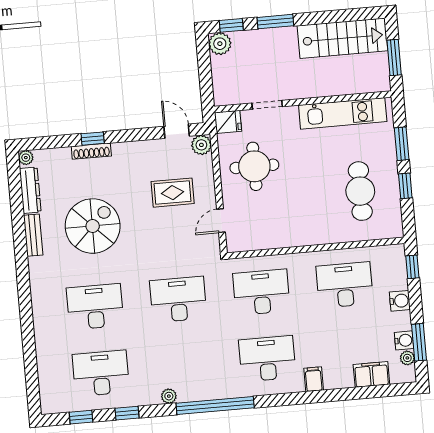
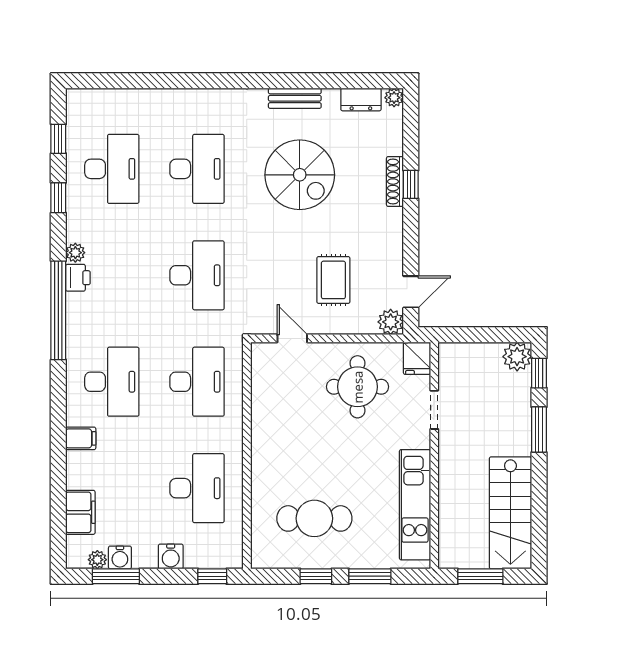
dresser: (30, 190) -> (361, 99), width x0.70
printer: (188, 392) -> (78, 278), added

